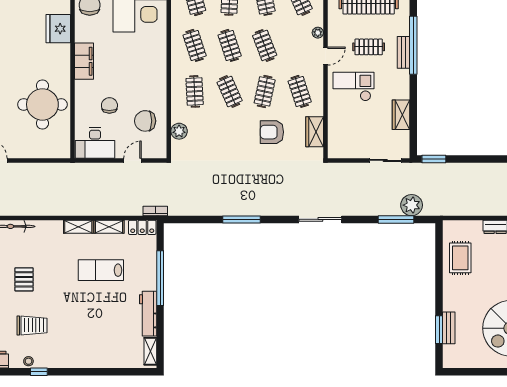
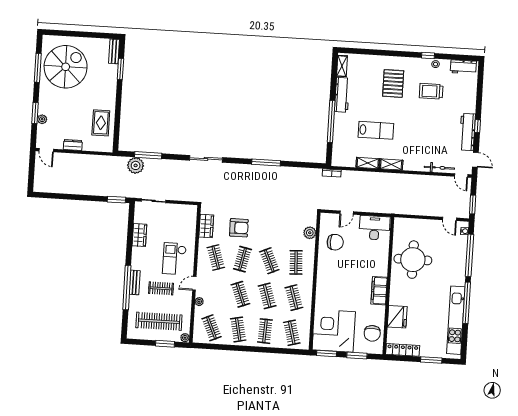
checkout: (354, 87) -> (174, 259), turned 90
chair: (109, 105) -> (362, 256), removed
locker: (142, 227) -> (342, 161), removed
pallet: (24, 279) -> (393, 83), moved, width x1.50, depth x1.42
bench: (449, 328) -> (114, 51), moved

